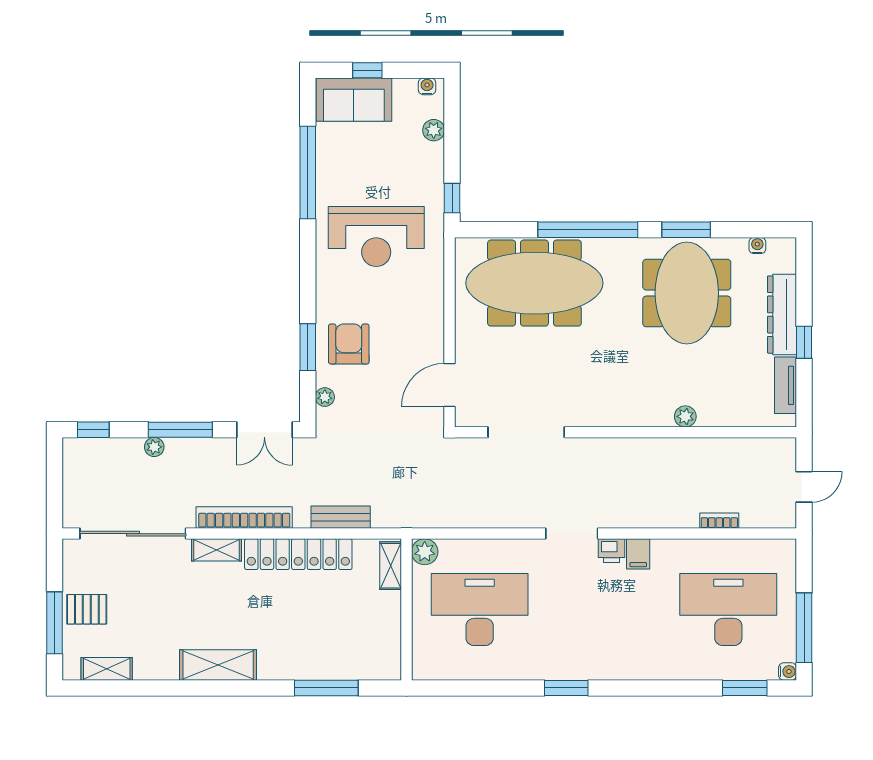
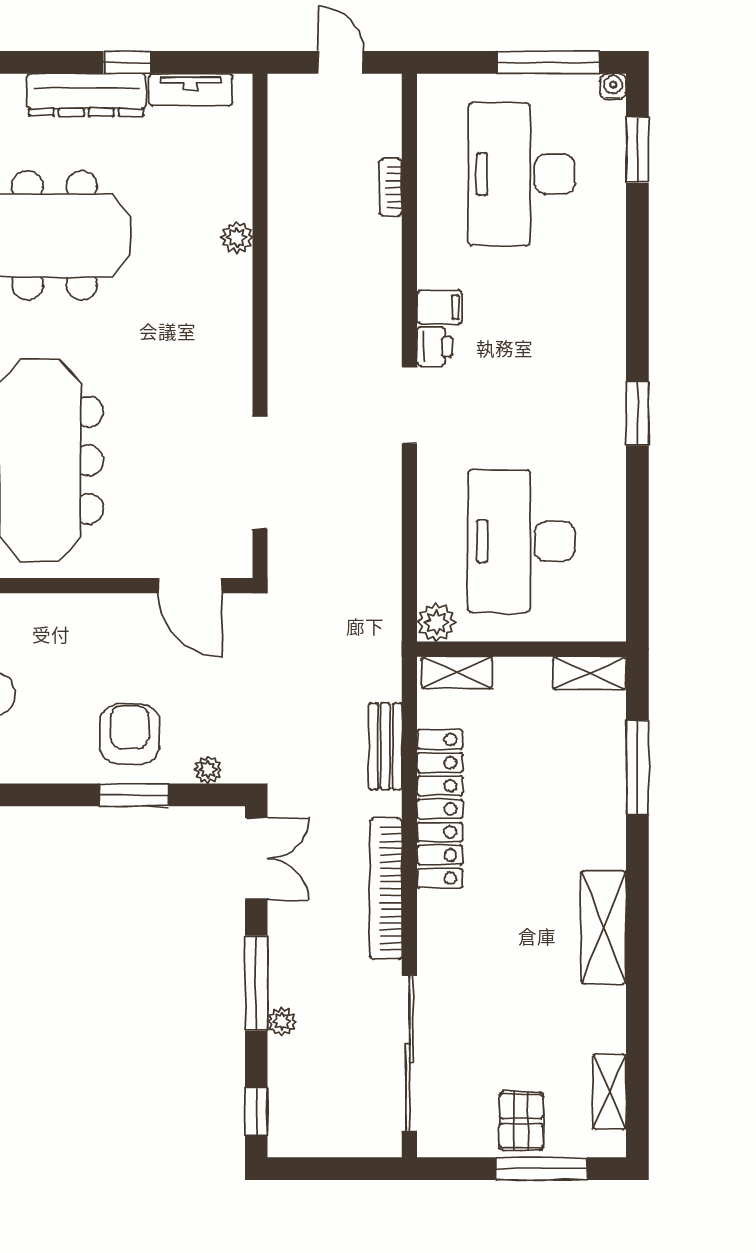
armchair: (349, 344) -> (130, 734), turned 90
shelving: (217, 550) -> (589, 673), moved, turned 90

